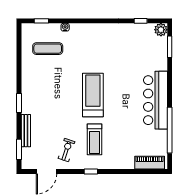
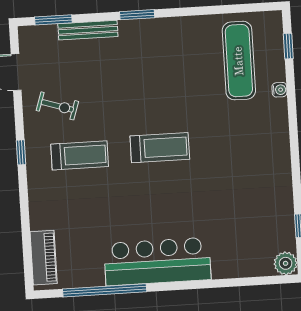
window: (170, 47) -> (256, 281), removed
exercise mat: (48, 49) -> (239, 61), width x1.36, depth x1.45
treadmill: (93, 95) -> (160, 148), width x0.73, depth x0.73
treadmill: (94, 139) -> (80, 155), turned 180

